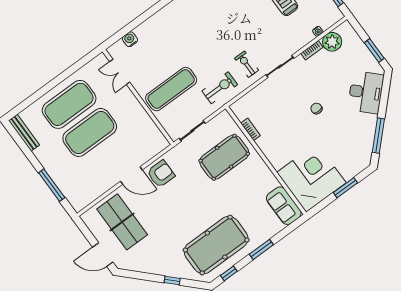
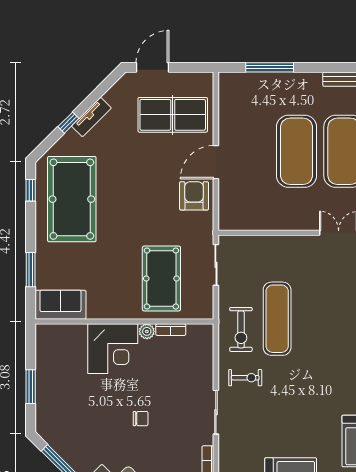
exercise mat: (171, 89) -> (277, 319), moved
plant: (262, 143) -> (147, 331), added
armchair: (161, 174) -> (194, 196), turned 180
corner desk: (311, 178) -> (113, 349), moved, width x0.74, depth x0.74
window: (261, 249) -> (31, 270), moved
tv unit: (159, 269) -> (91, 117), added

